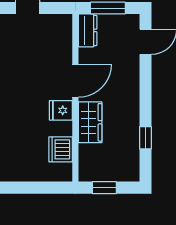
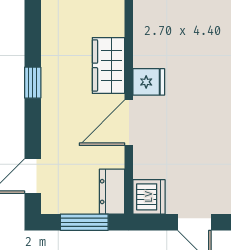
window: (145, 138) -> (33, 83), moved
dishwasher: (61, 149) -> (149, 197), moved

